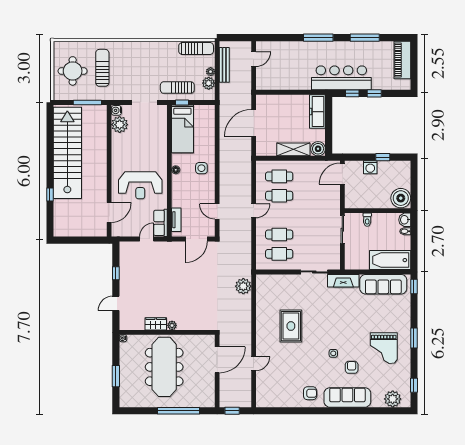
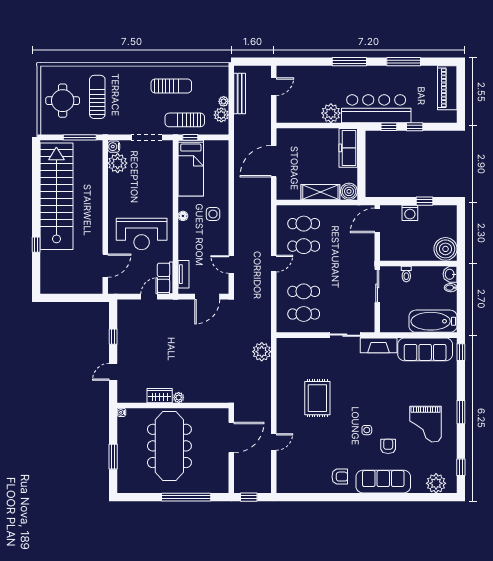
sun lounger: (196, 49) -> (171, 86), moved
plant: (303, 82) -> (331, 113), added

